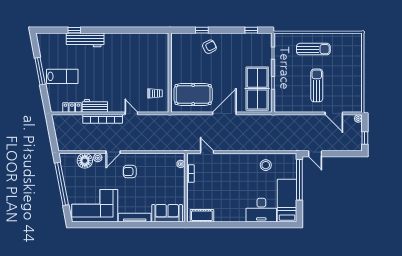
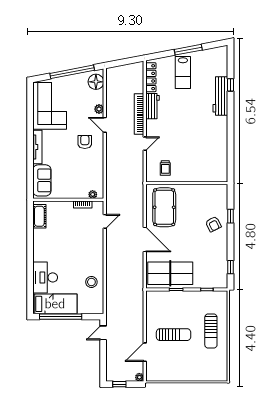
locker: (72, 107) -> (151, 77), width x1.53
floor lamp: (85, 161) -> (96, 82), moved
window: (299, 180) -> (61, 317), moved

